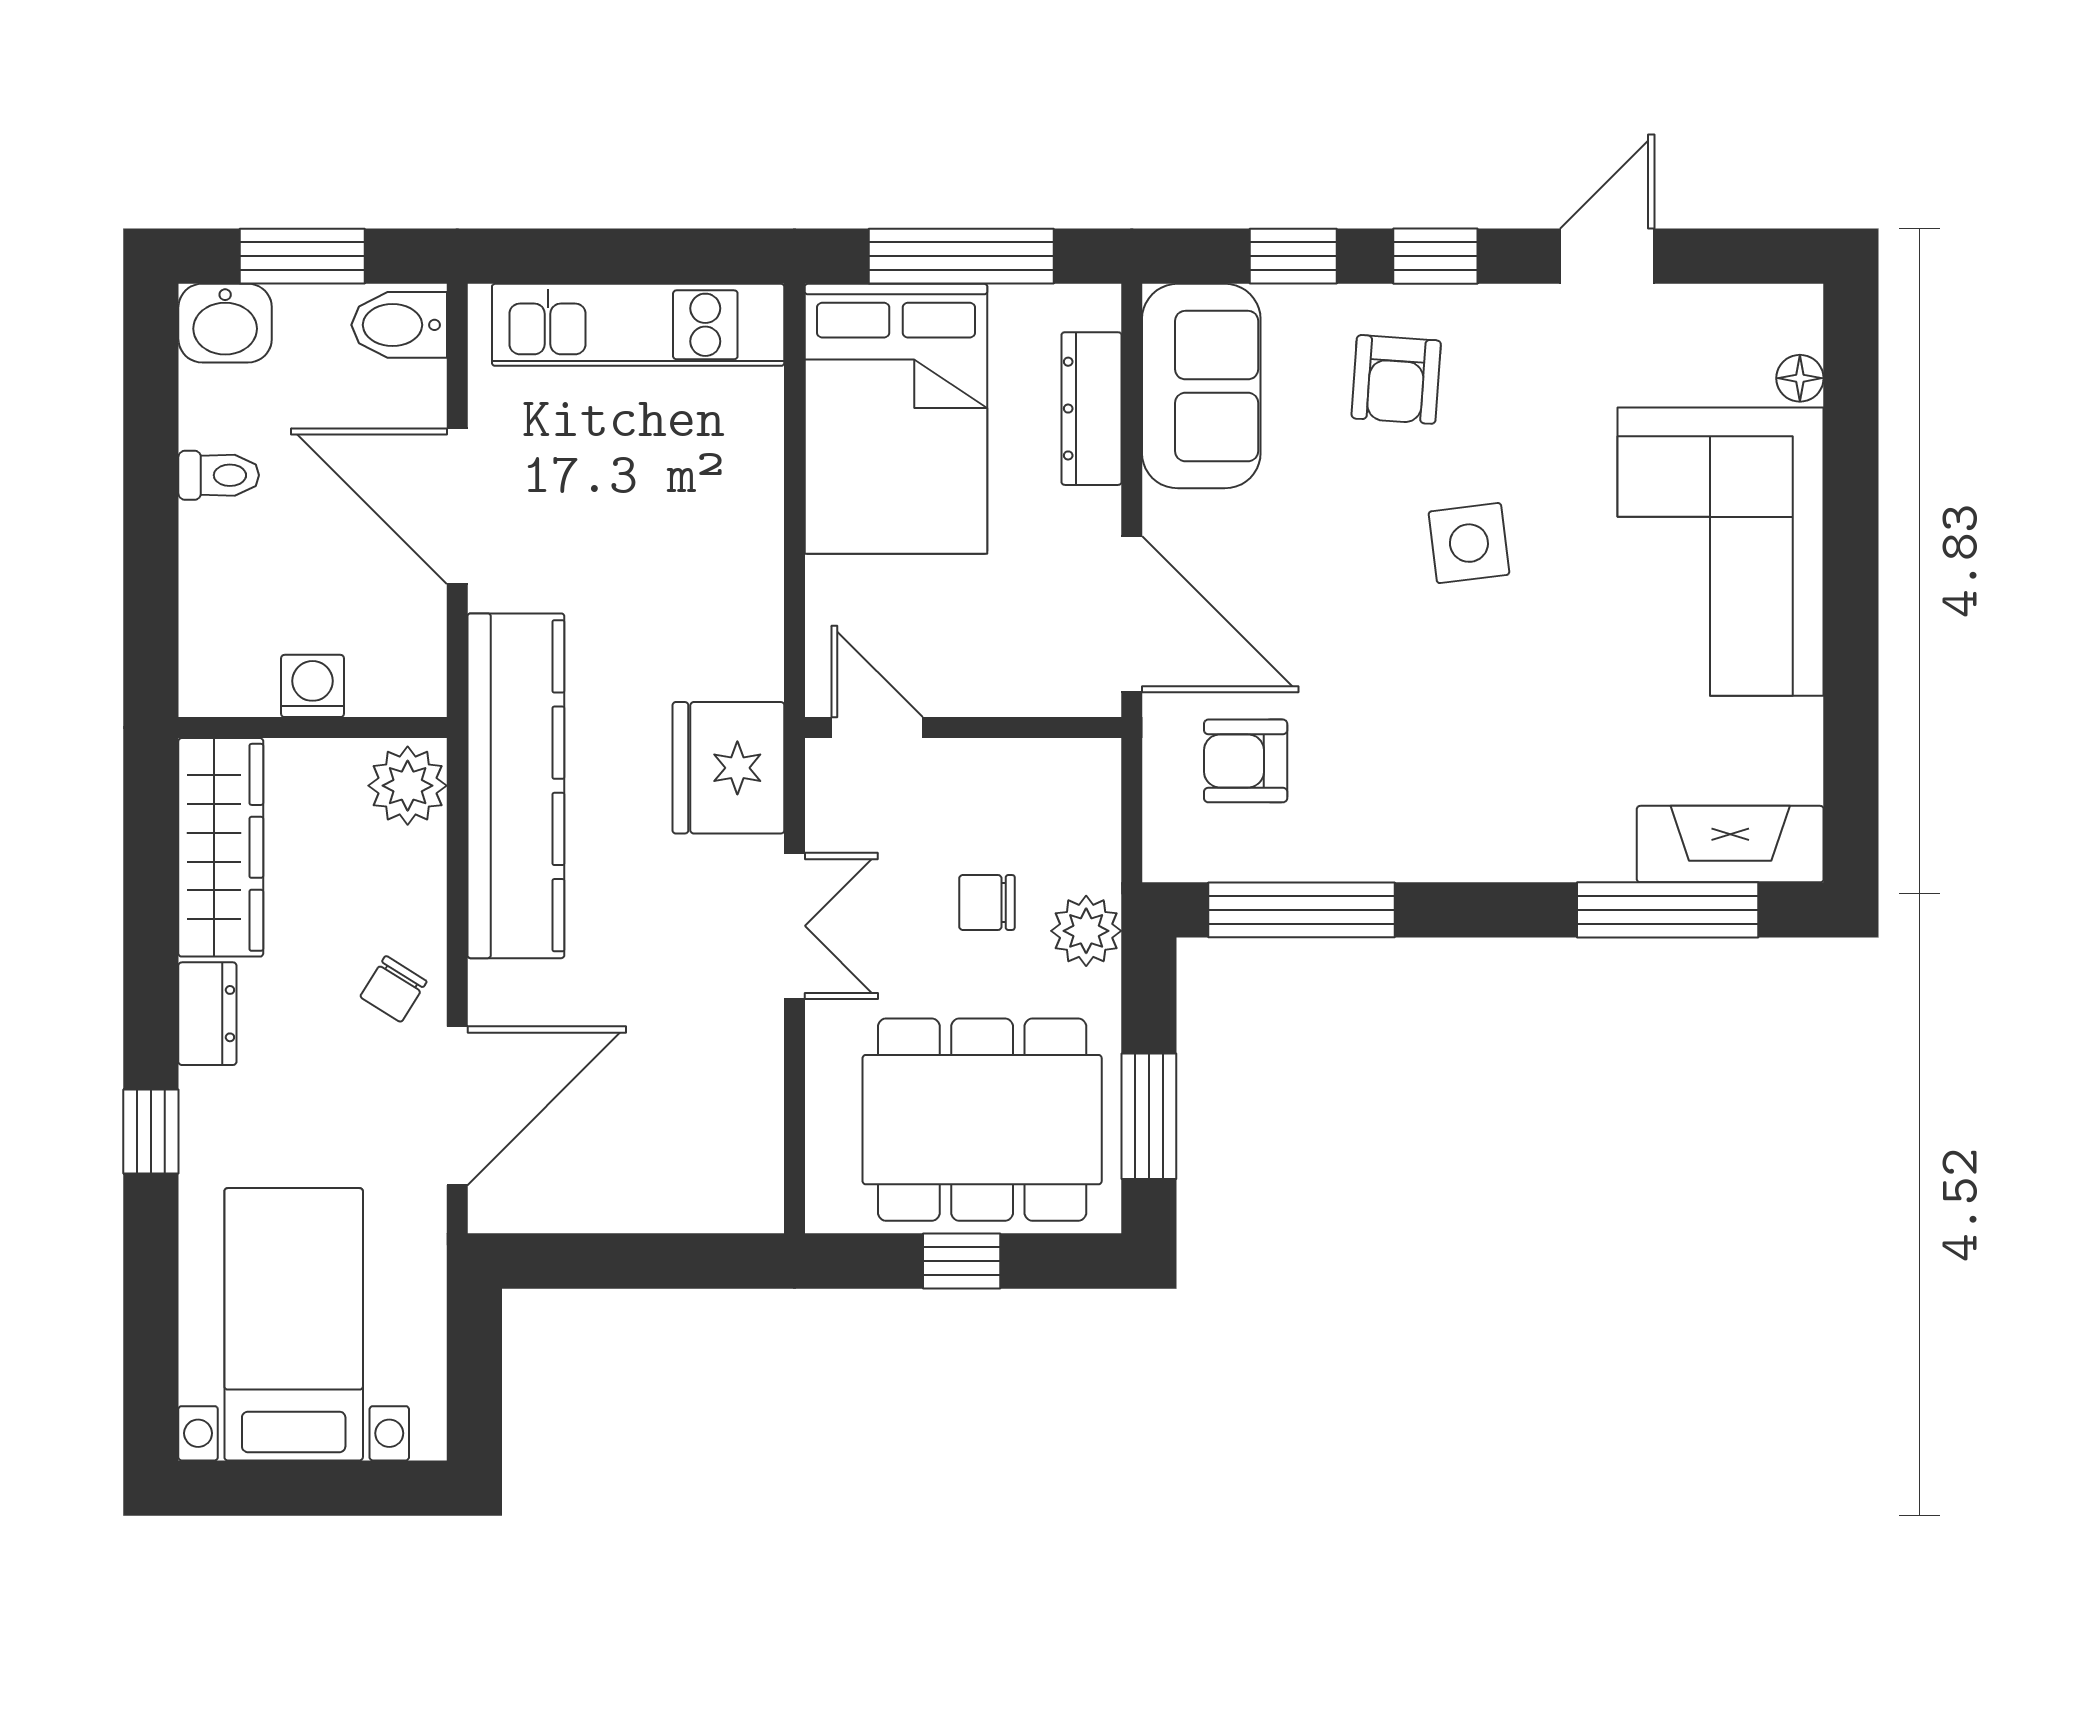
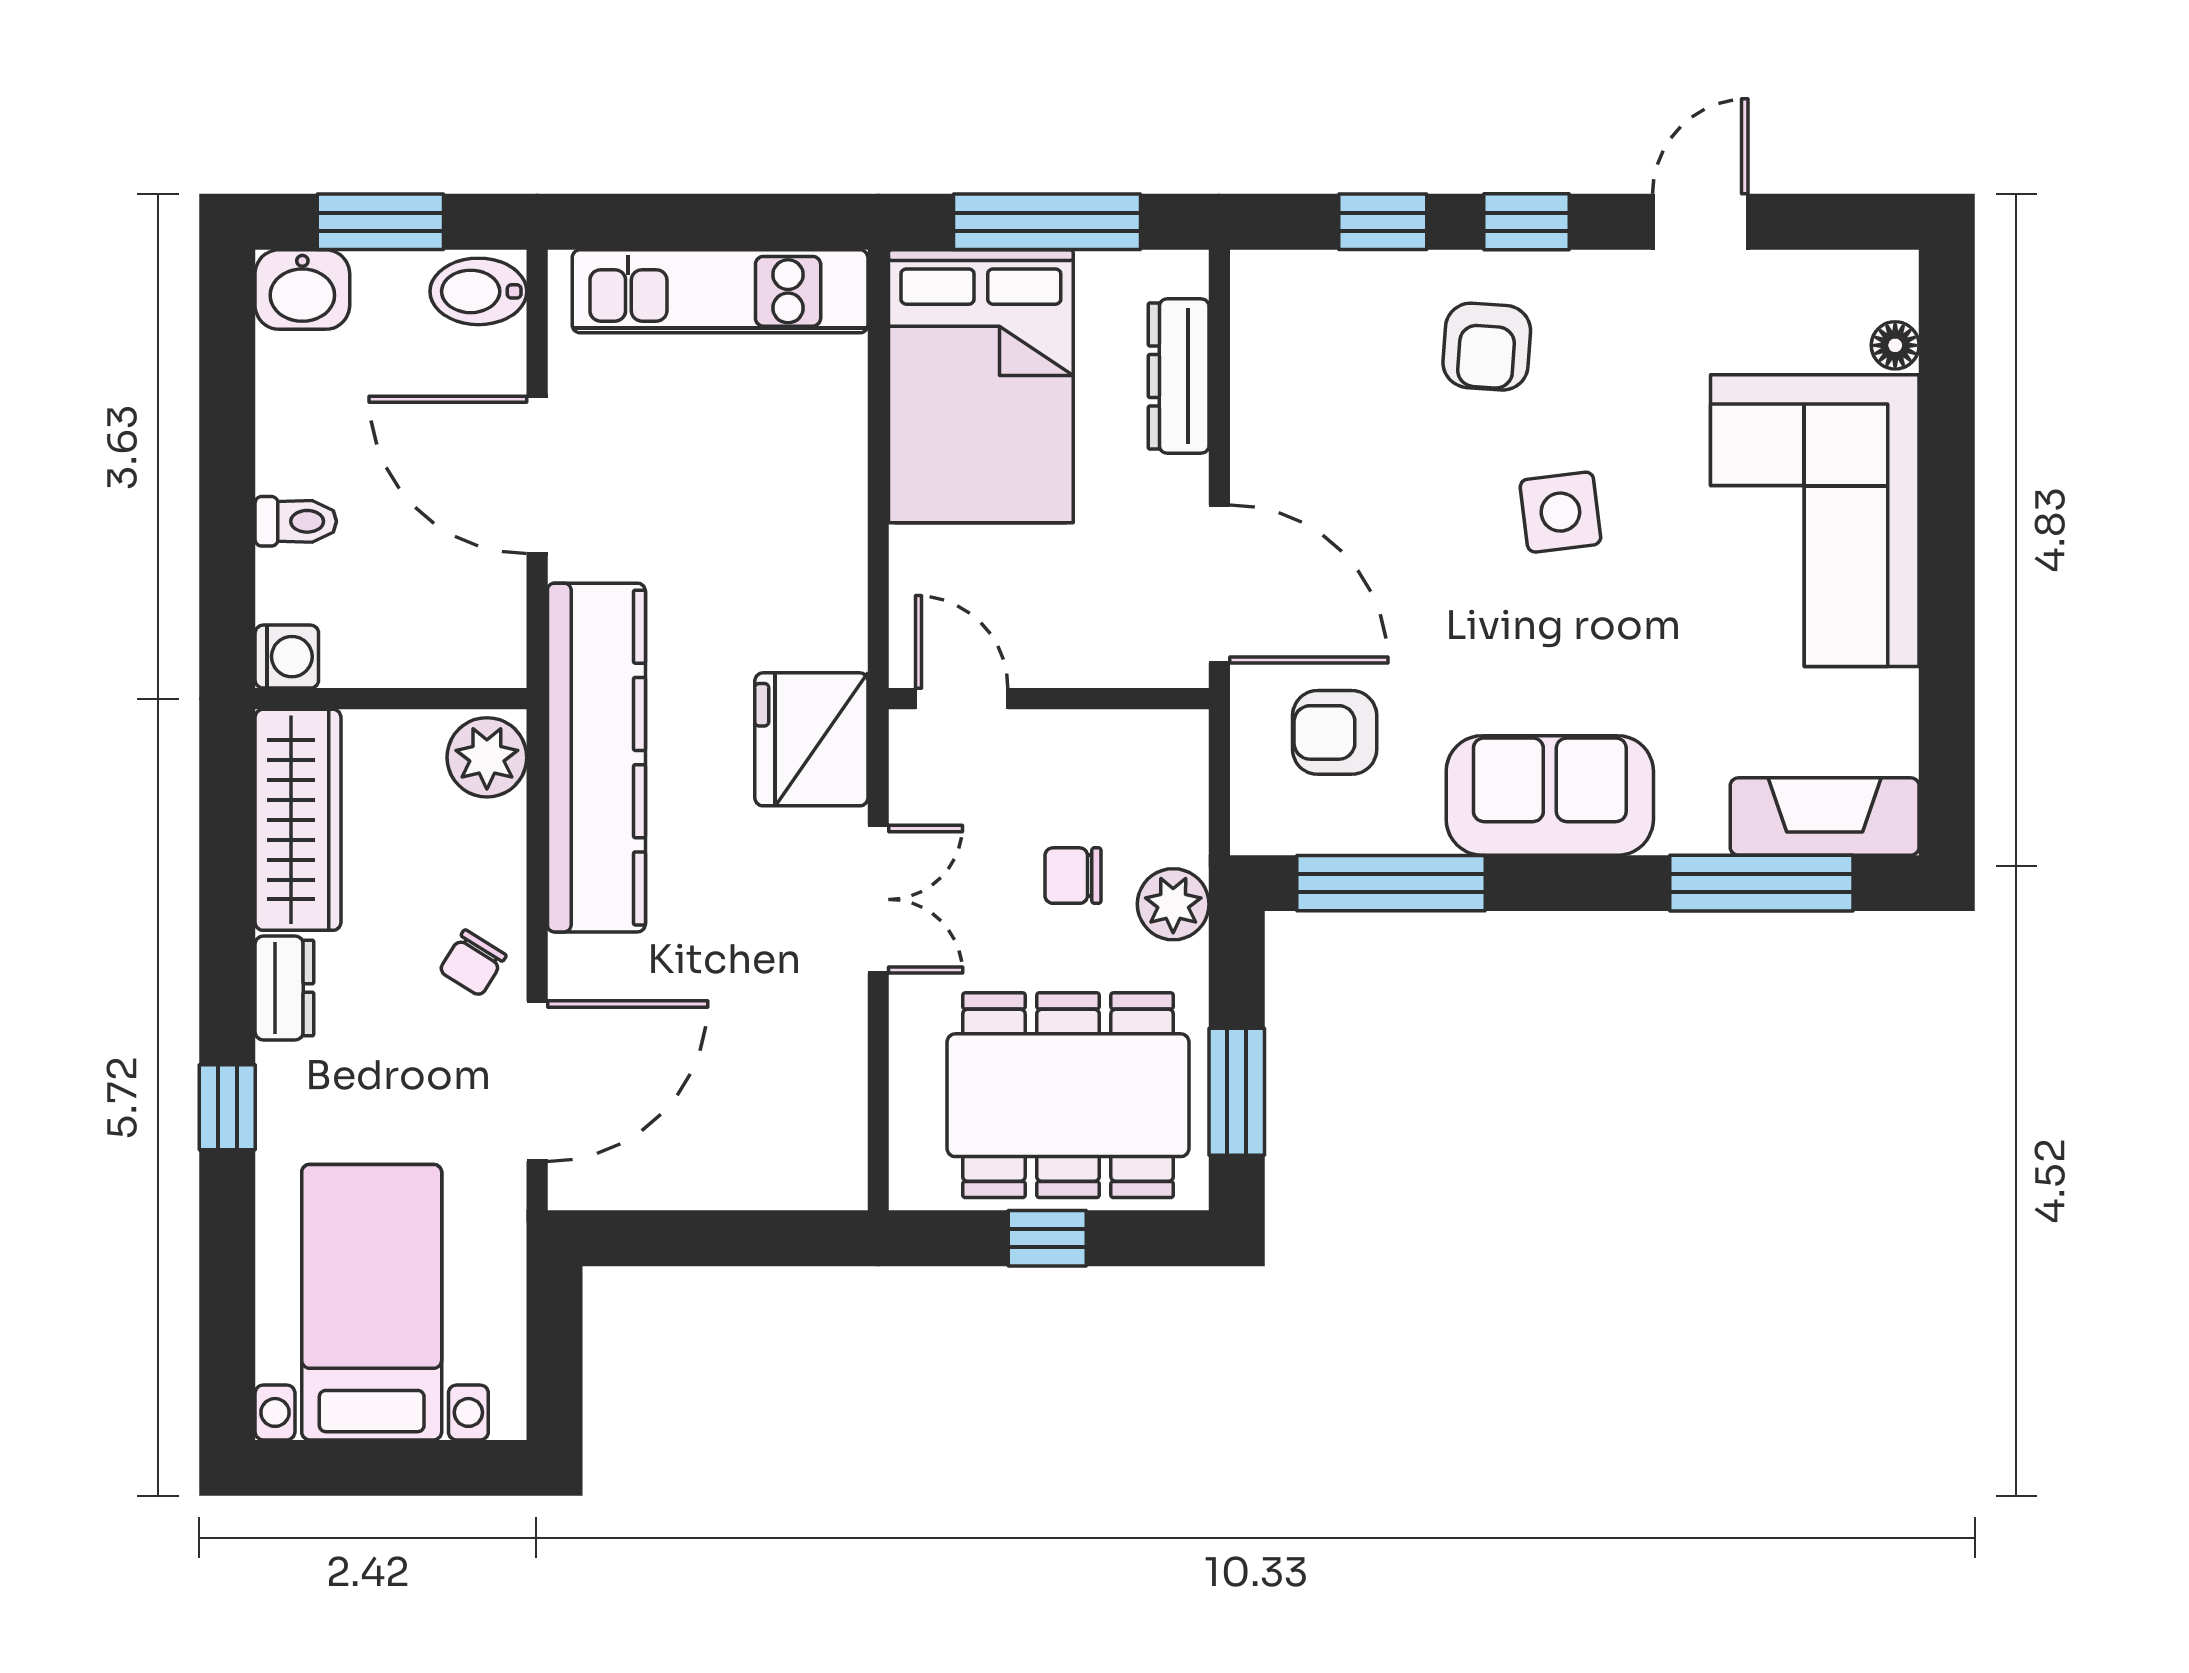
sofa: (1201, 386) -> (1550, 795), moved, turned -90
toilet: (219, 475) -> (296, 521), moved
washing machine: (312, 686) -> (287, 657), moved, turned 90

